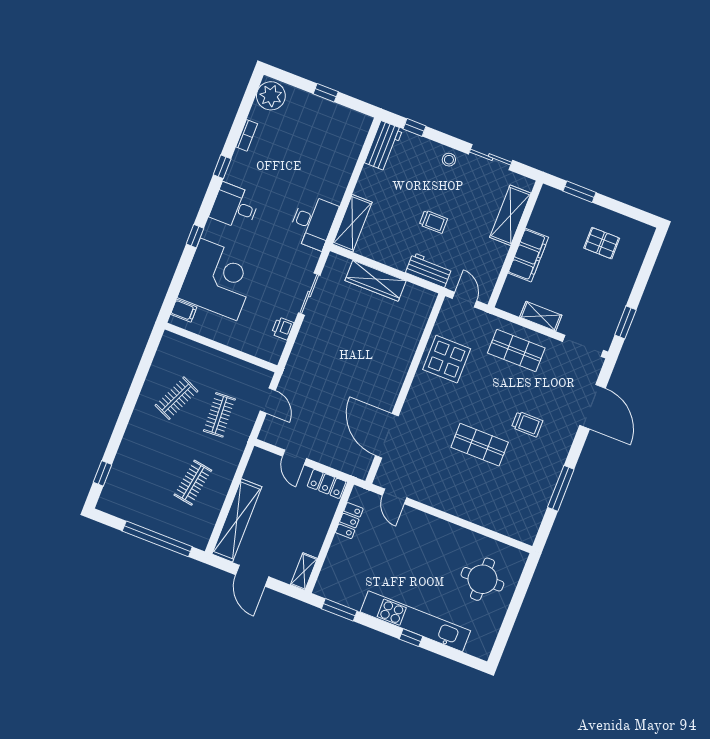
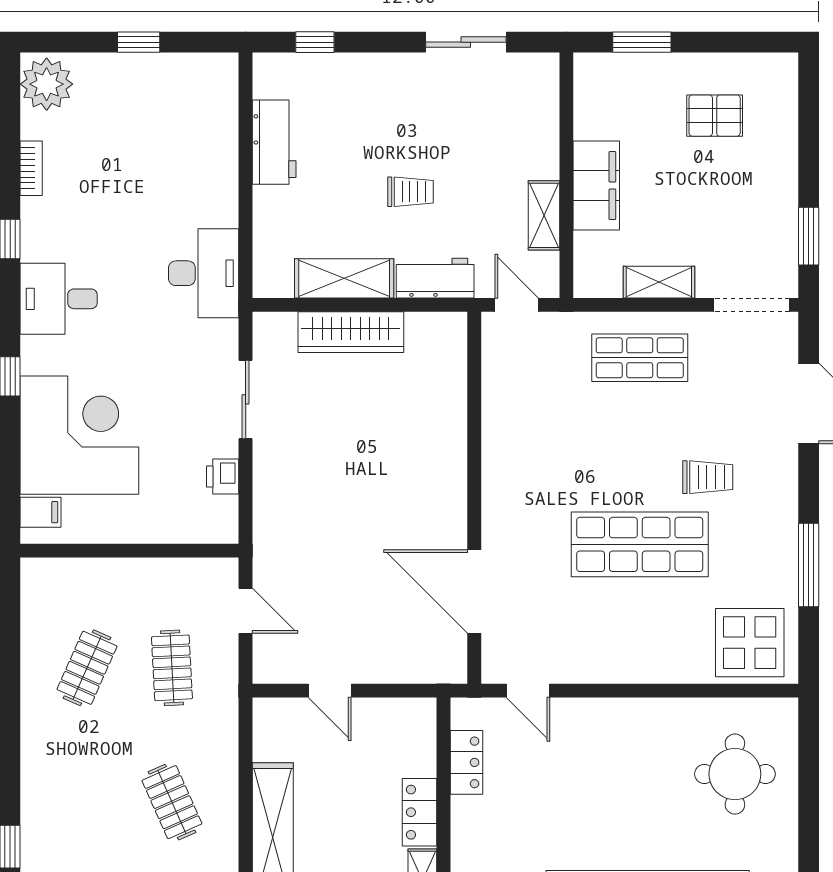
workbench: (384, 146) -> (274, 142), moved
stool: (449, 160) -> (396, 74), removed
shelving: (510, 215) -> (544, 215), moved, width x0.67, depth x0.75
shelving: (352, 223) -> (344, 278), moved, turned 90
display table: (447, 359) -> (750, 643), moved
shop shelf: (480, 445) -> (640, 544), width x1.43, depth x1.36
clothes rail: (193, 483) -> (172, 802), turned -33
locker: (327, 484) -> (420, 812), moved, turned 90

